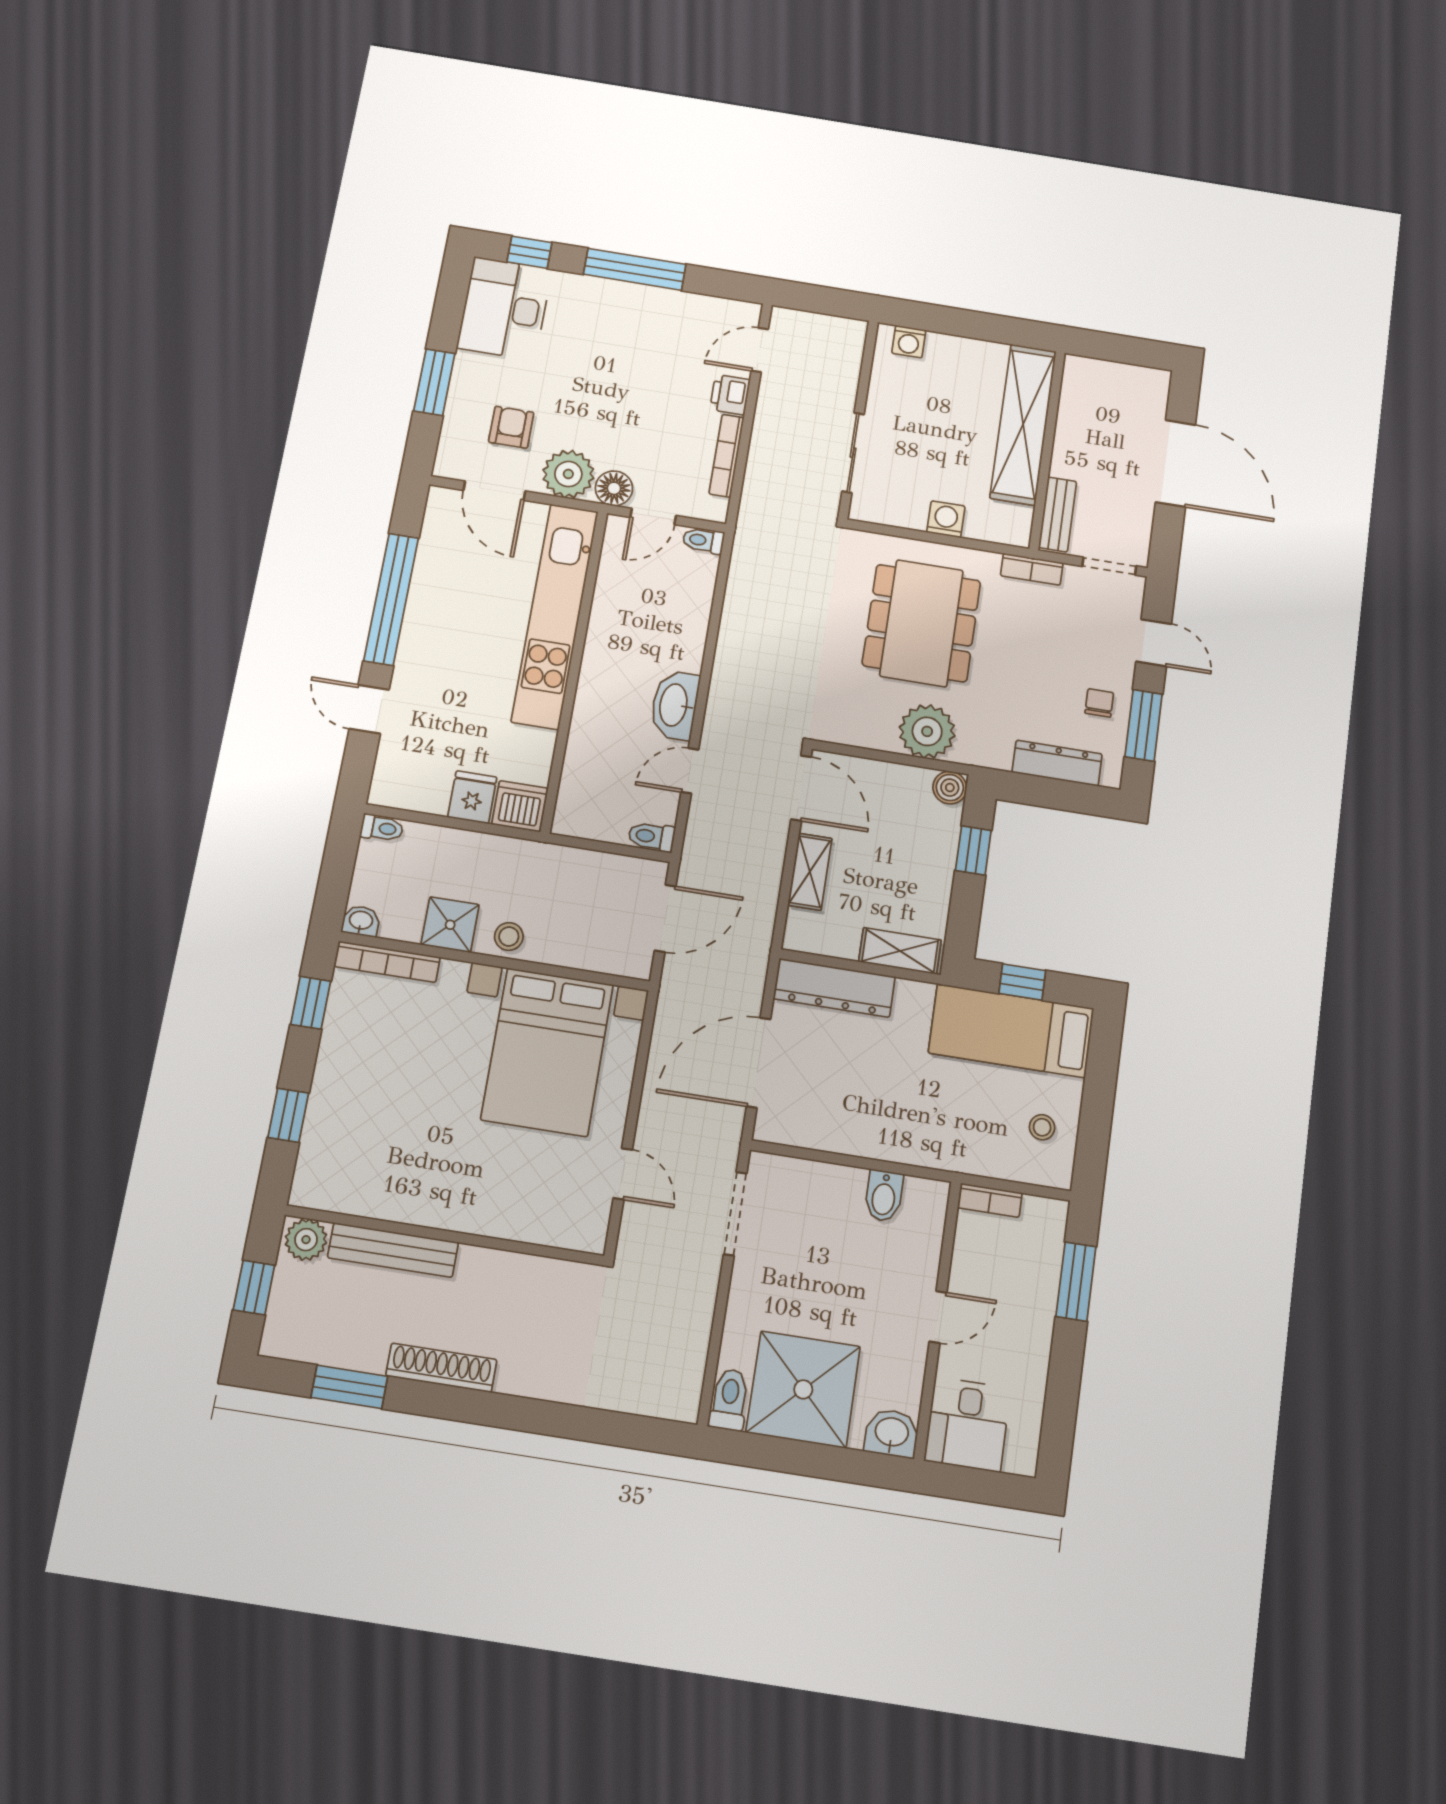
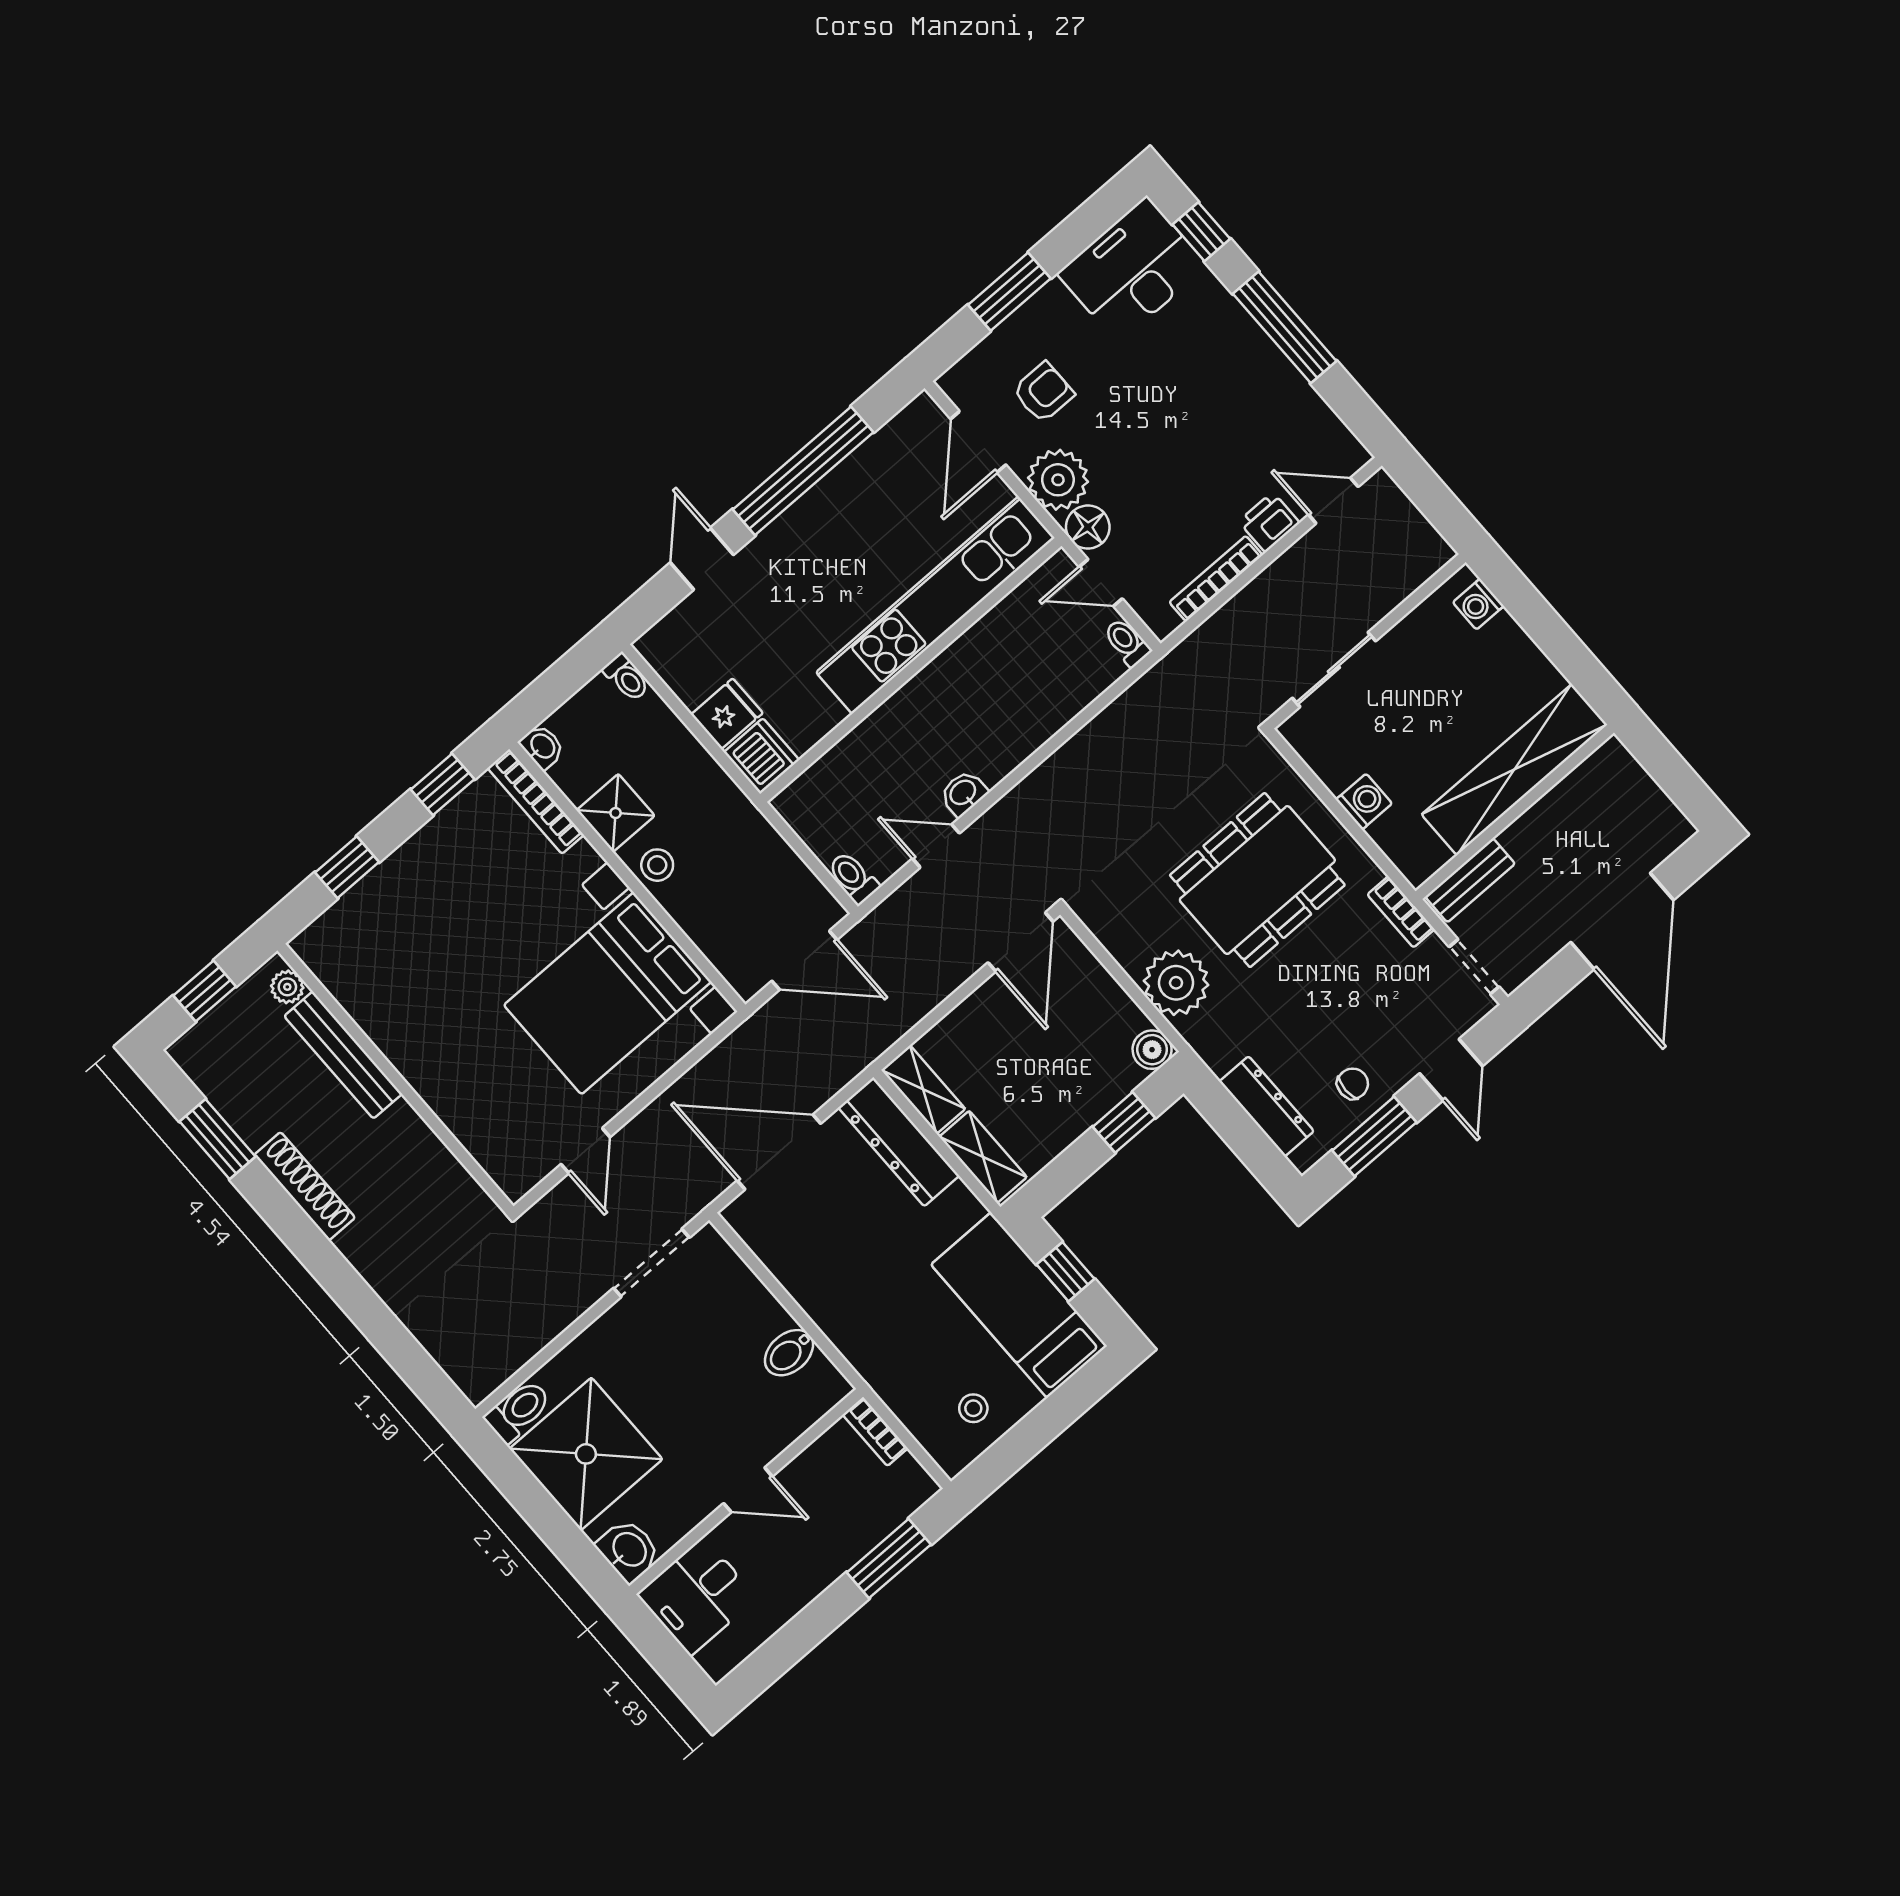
washbasin: (675, 705) -> (963, 793), width x0.52, depth x0.69
shelving: (810, 872) -> (923, 1090), moved, turned 90
plant: (306, 1240) -> (287, 987), width x0.73, depth x0.73

